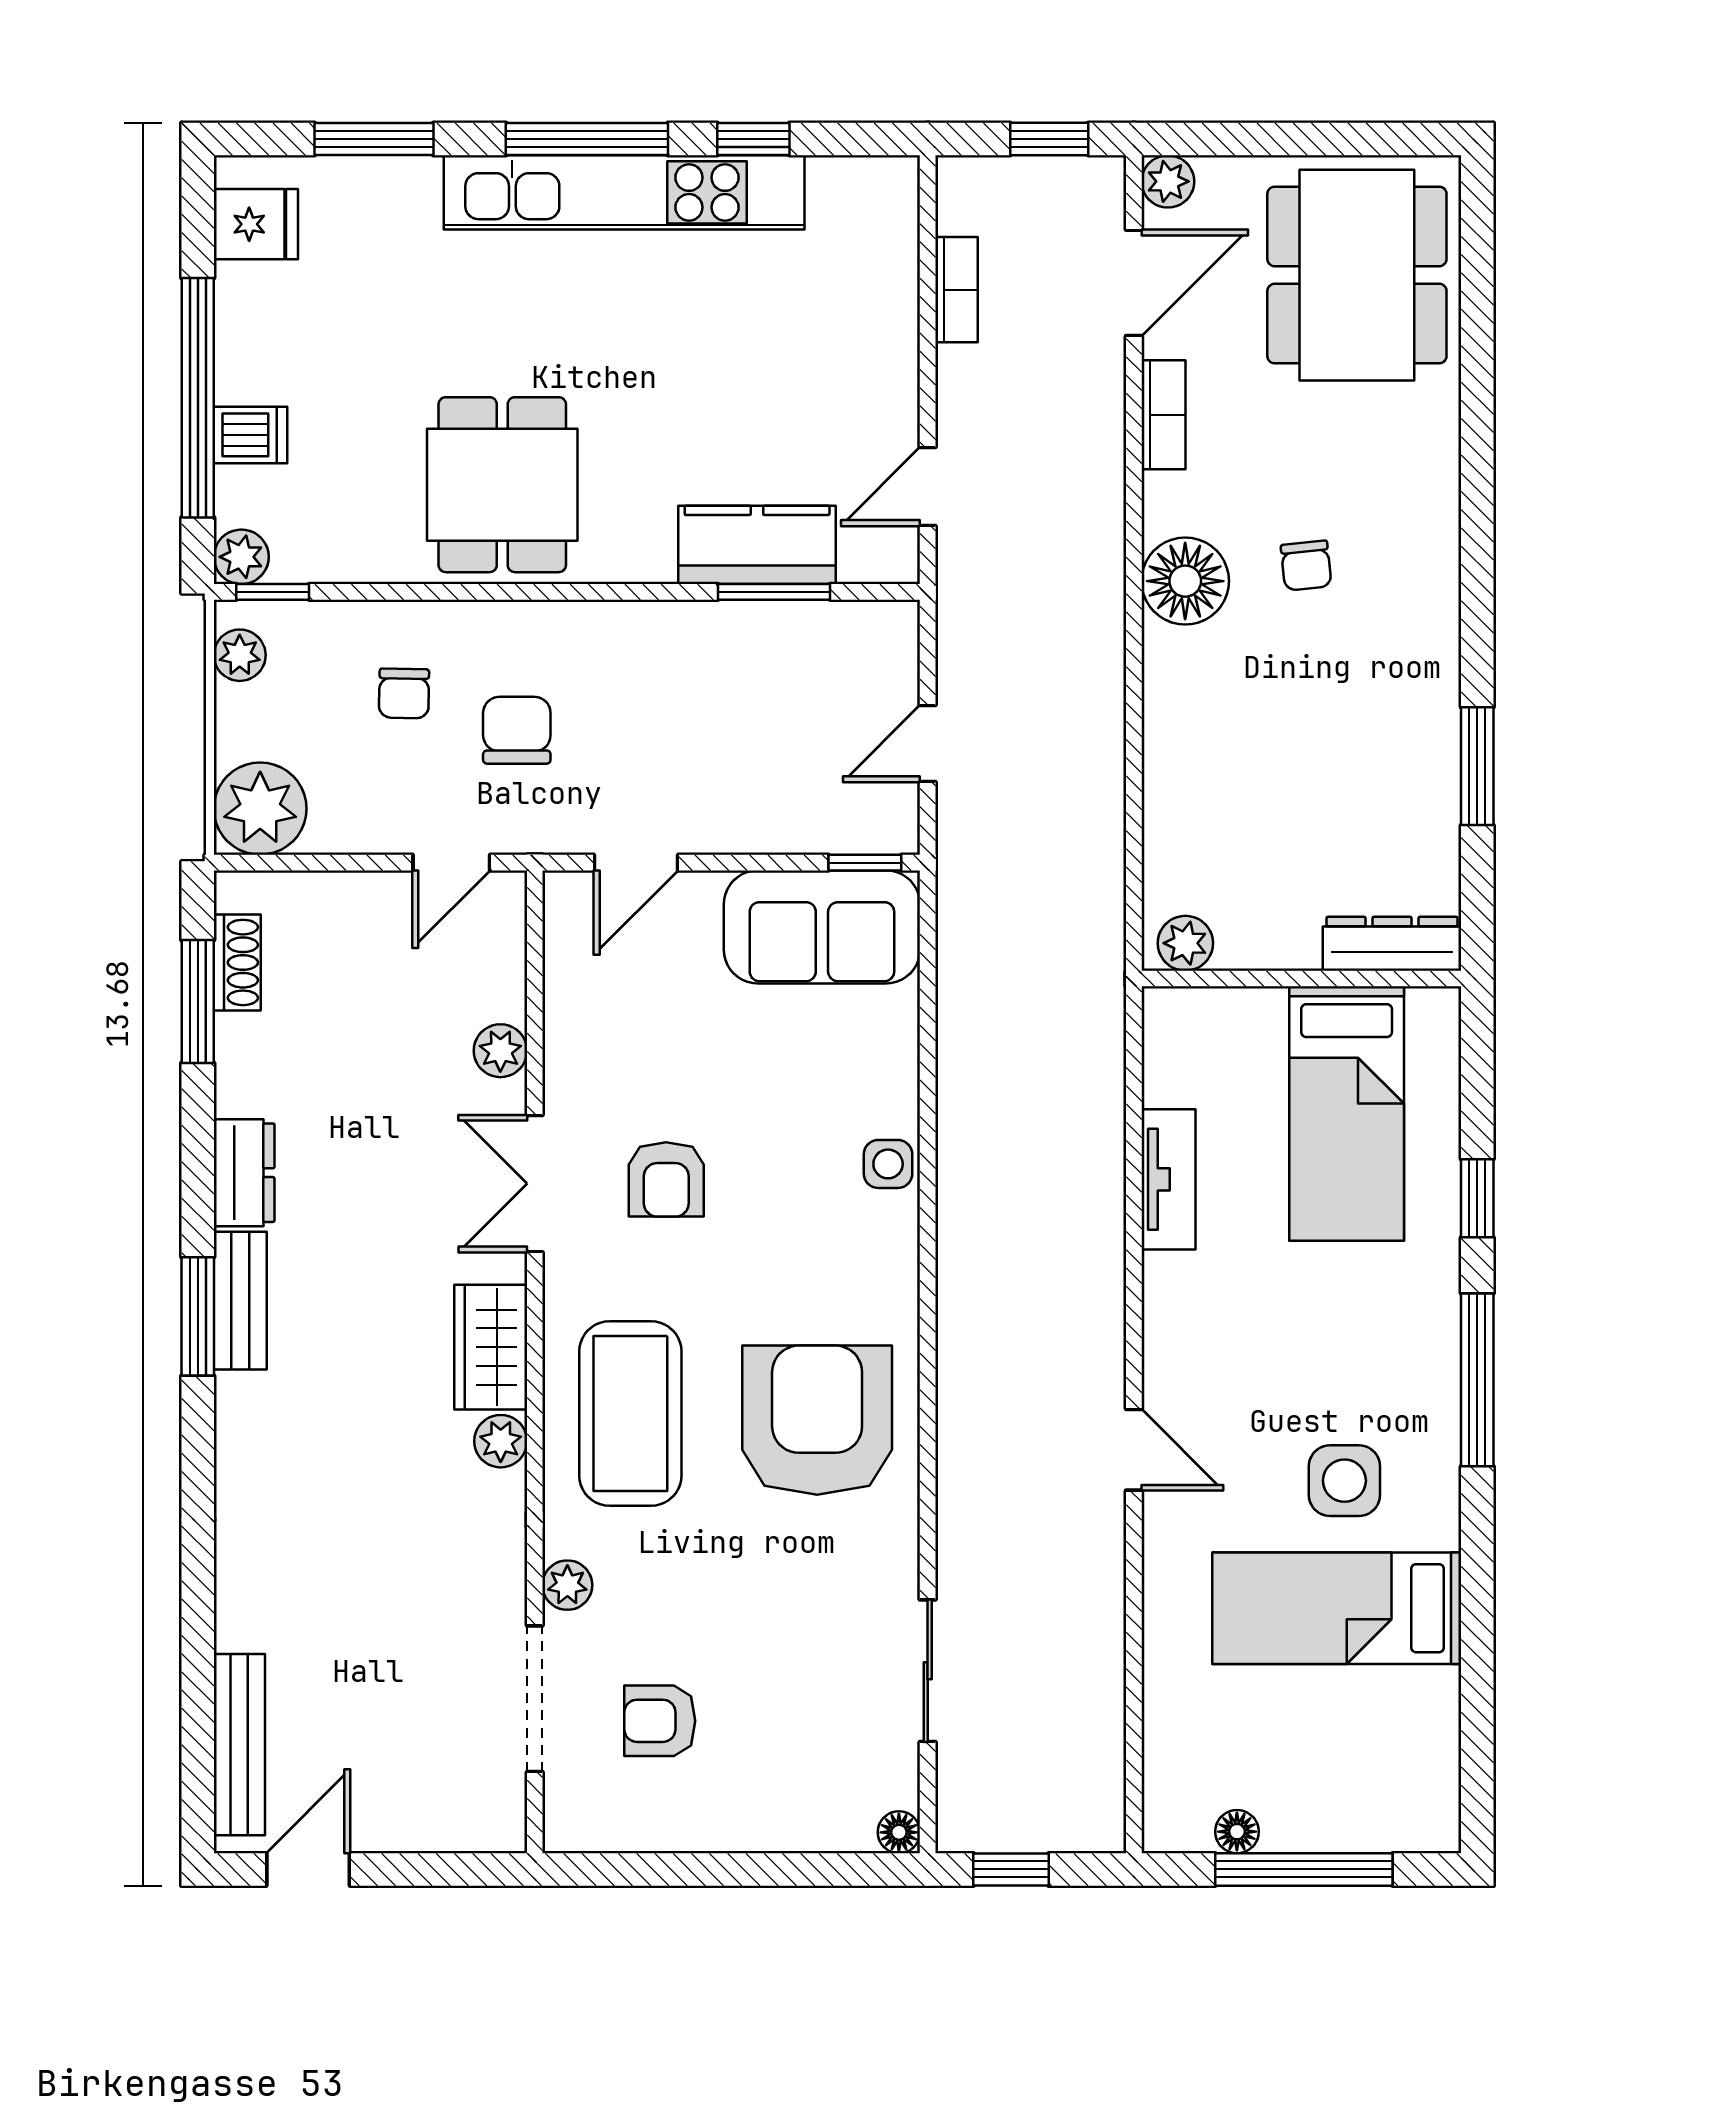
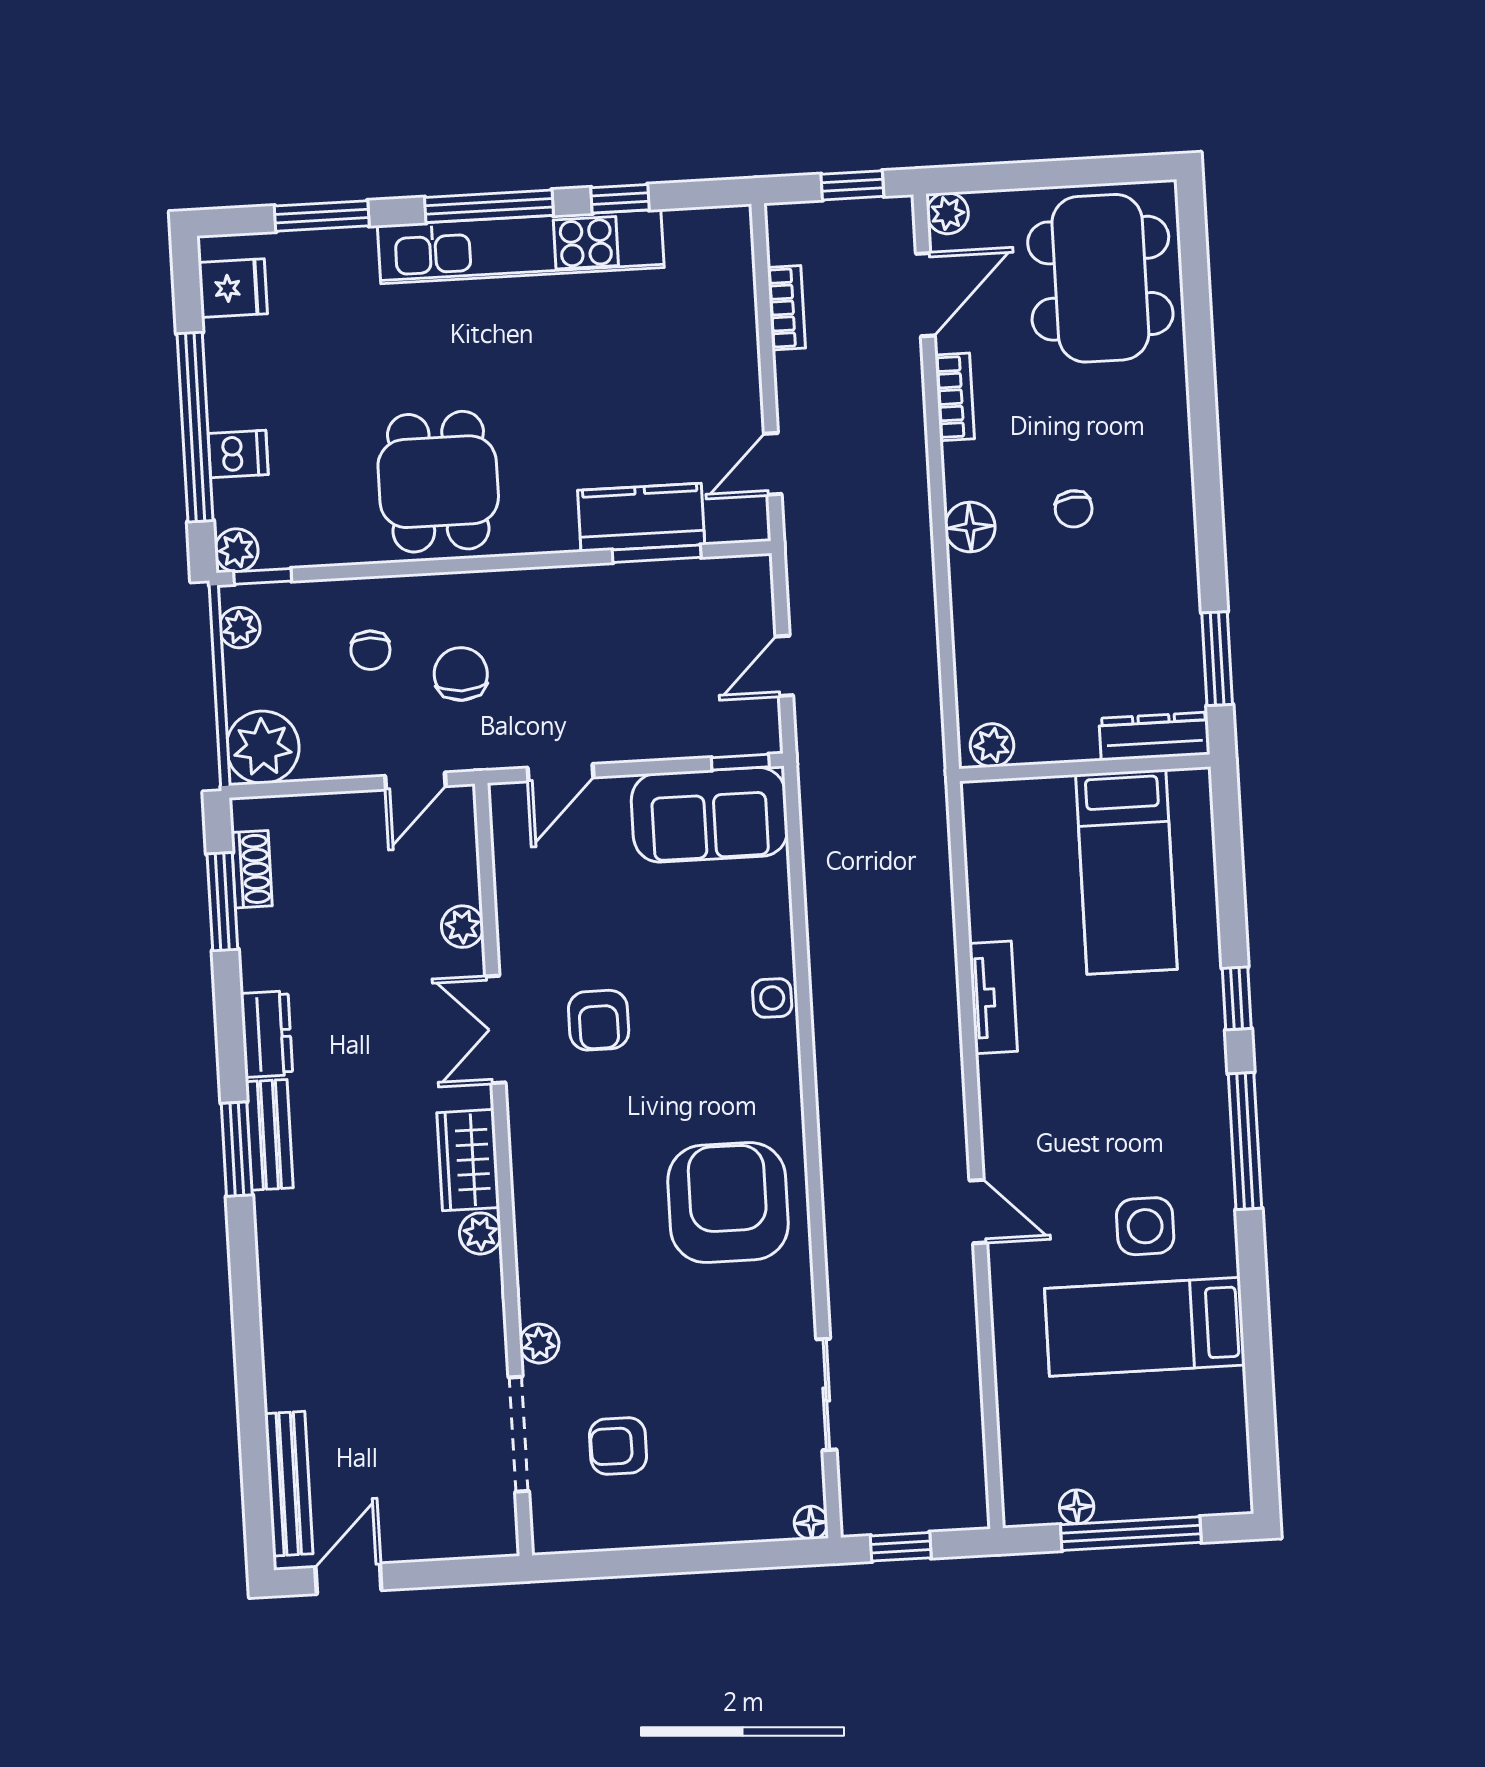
floor lamp: (1185, 581) -> (970, 527), width x0.73, depth x0.73
plant: (1185, 943) -> (992, 745), moved
dresser: (1392, 944) -> (1154, 736), moved
wall: (1301, 979) -> (1085, 768), moved
bed: (1347, 1114) -> (1126, 872), moved
coffee table: (630, 1414) -> (581, 1206), removed

